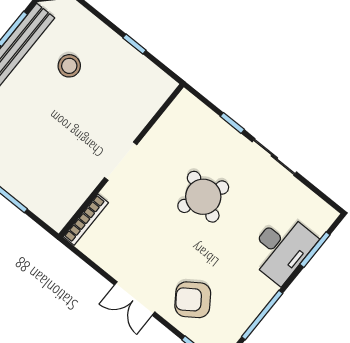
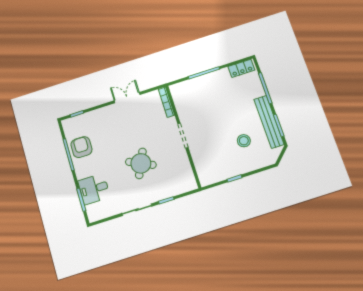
desk: (282, 248) -> (94, 189), width x0.73
double door: (135, 299) -> (127, 98), moved
armchair: (193, 300) -> (81, 147), moved, turned -55

